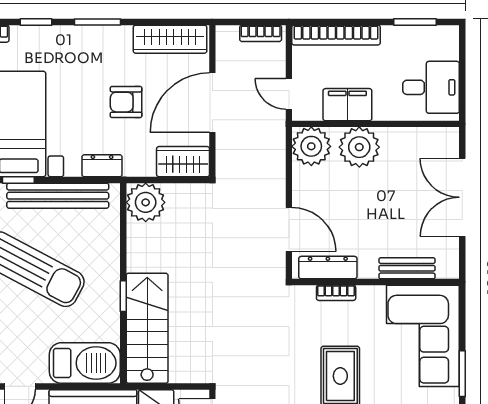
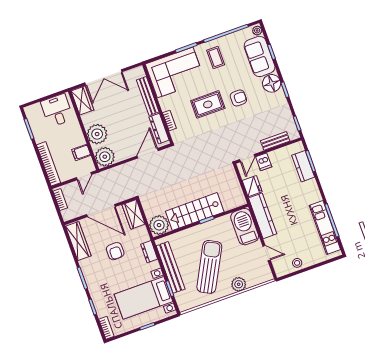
filing cabinet: (347, 105) -> (81, 152), width x0.50
wardrobe: (433, 142) -> (82, 101), added
bench: (407, 268) -> (148, 96), width x1.36
stairs: (147, 328) -> (195, 212), moved

